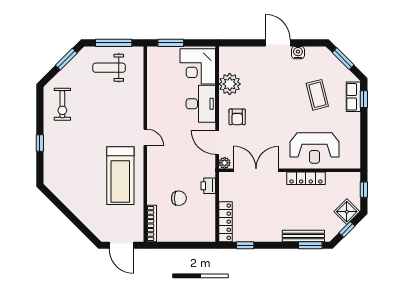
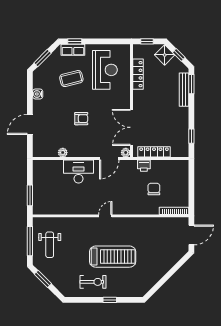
door: (278, 43) -> (30, 124), moved
corner desk: (198, 66) -> (49, 174), removed
plant: (230, 84) -> (63, 153), width x0.53, depth x0.53
exercise bike: (62, 104) -> (93, 282), moved
armchair: (237, 117) -> (81, 119), moved
reception desk: (315, 148) -> (105, 70), moved
treadmill: (120, 176) -> (113, 257), moved
locker: (306, 178) -> (138, 74), moved
locker: (225, 222) -> (154, 152), moved

